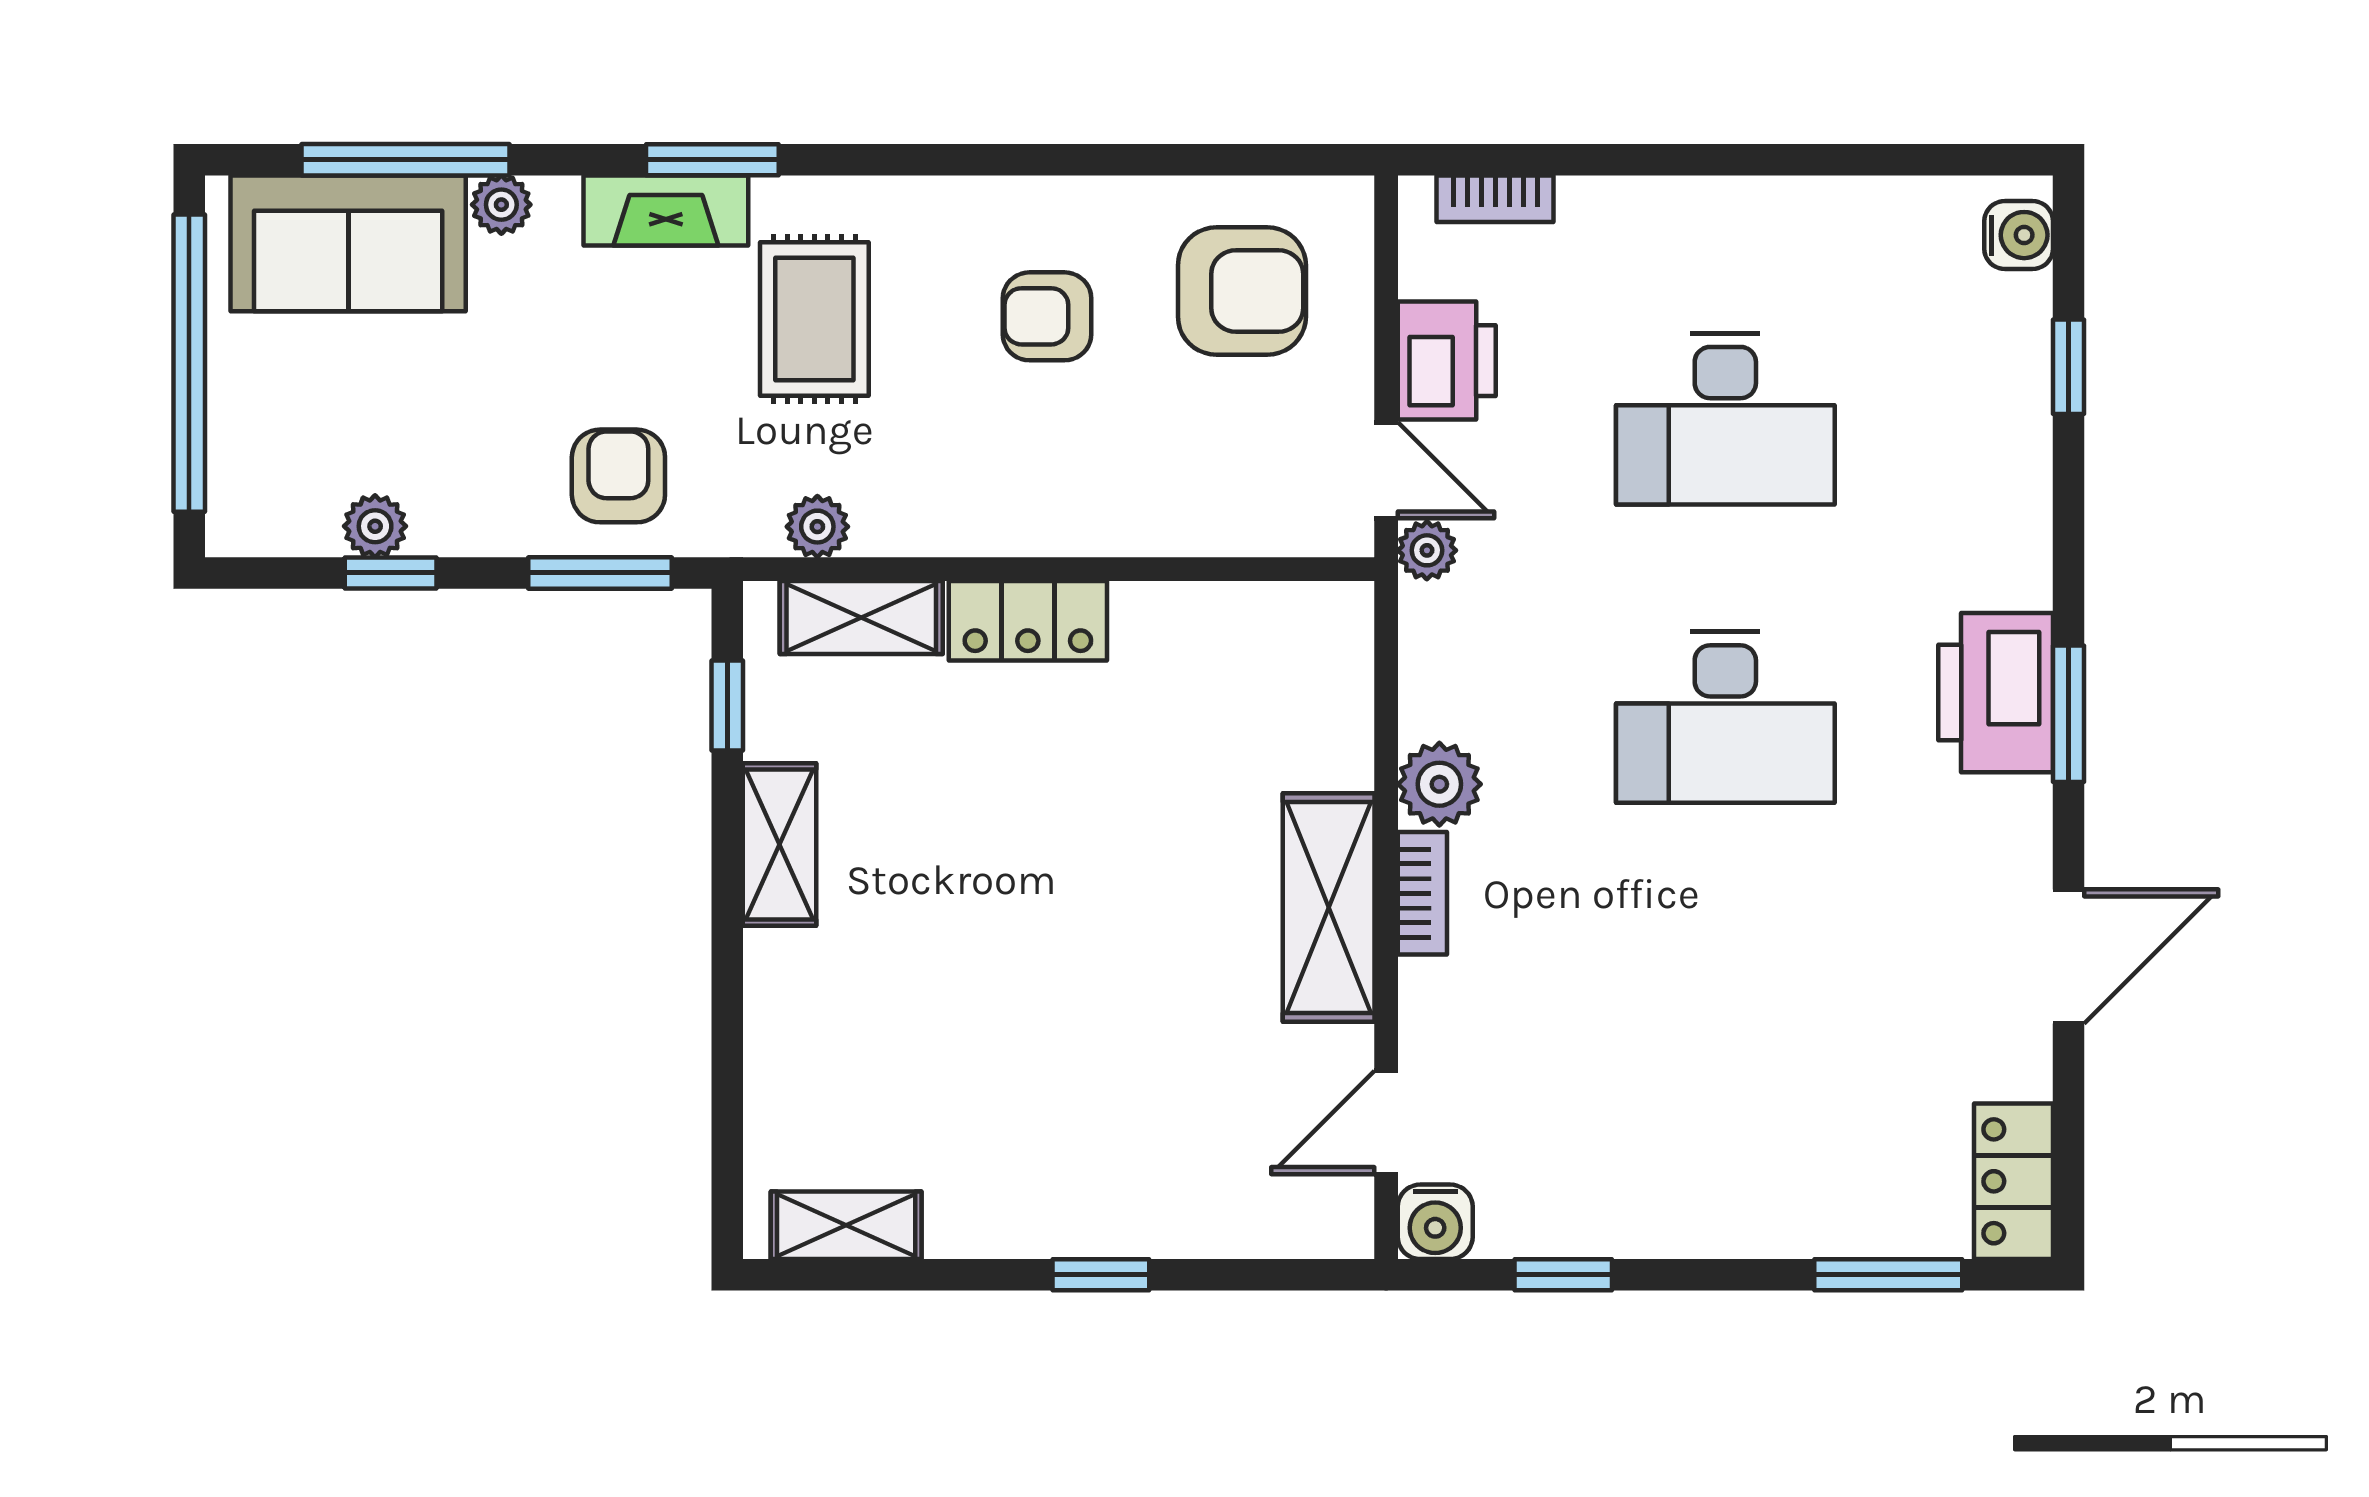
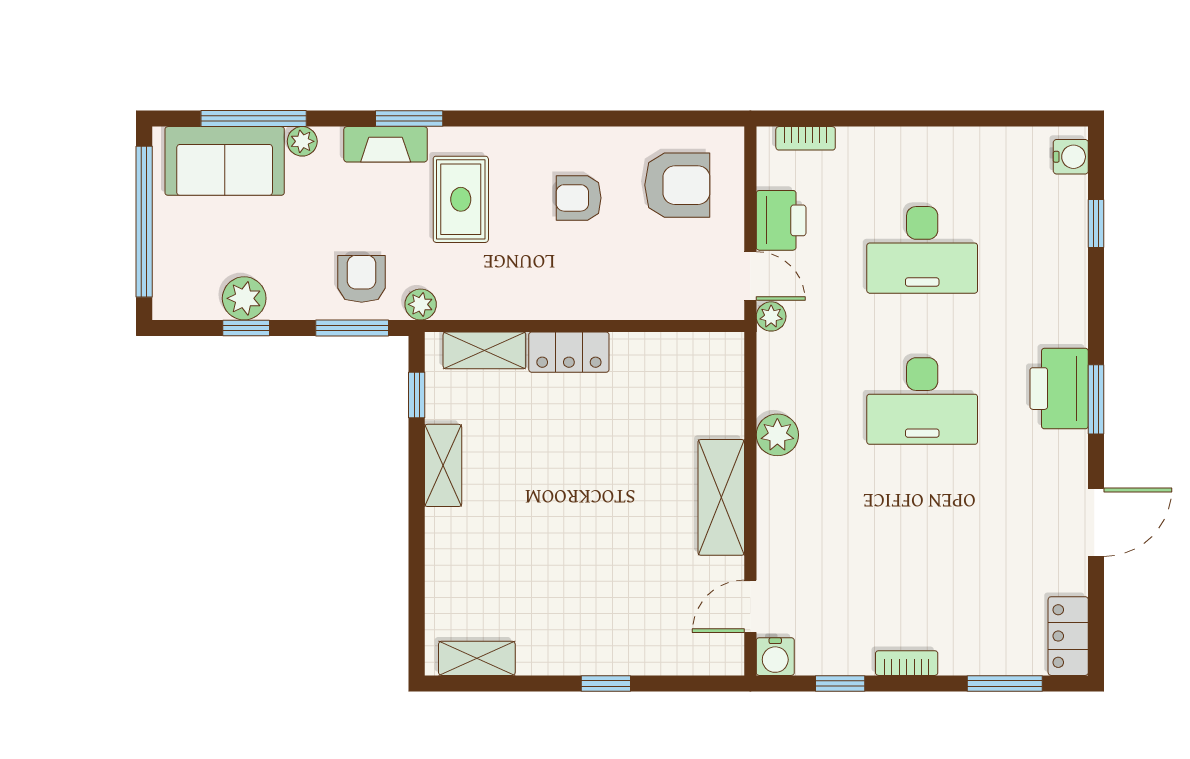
plant: (375, 526) -> (244, 298), width x1.38, depth x1.38
plant: (817, 527) -> (421, 304), moved
bookcase: (1422, 893) -> (907, 663), moved, turned -90

